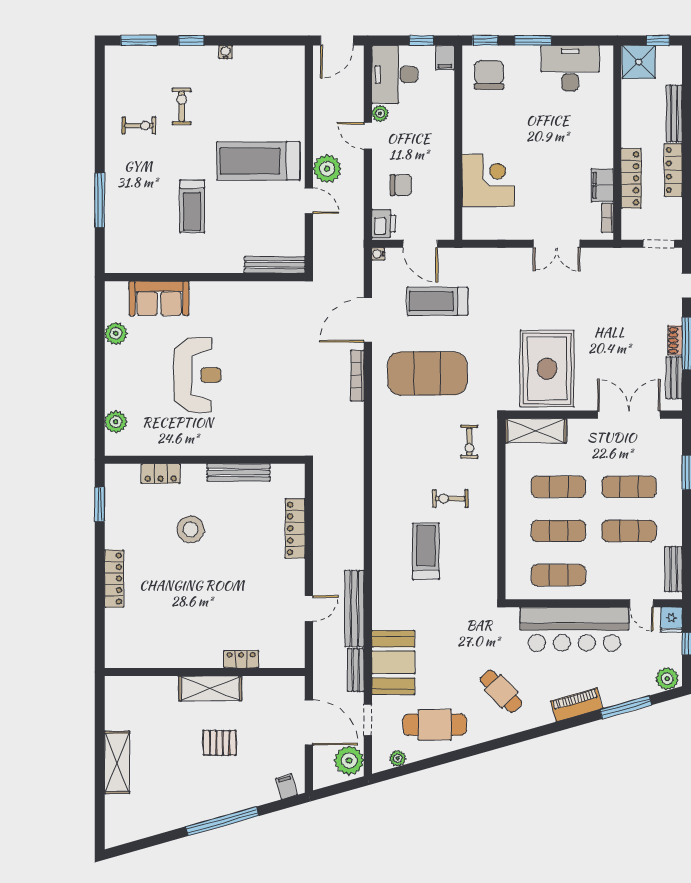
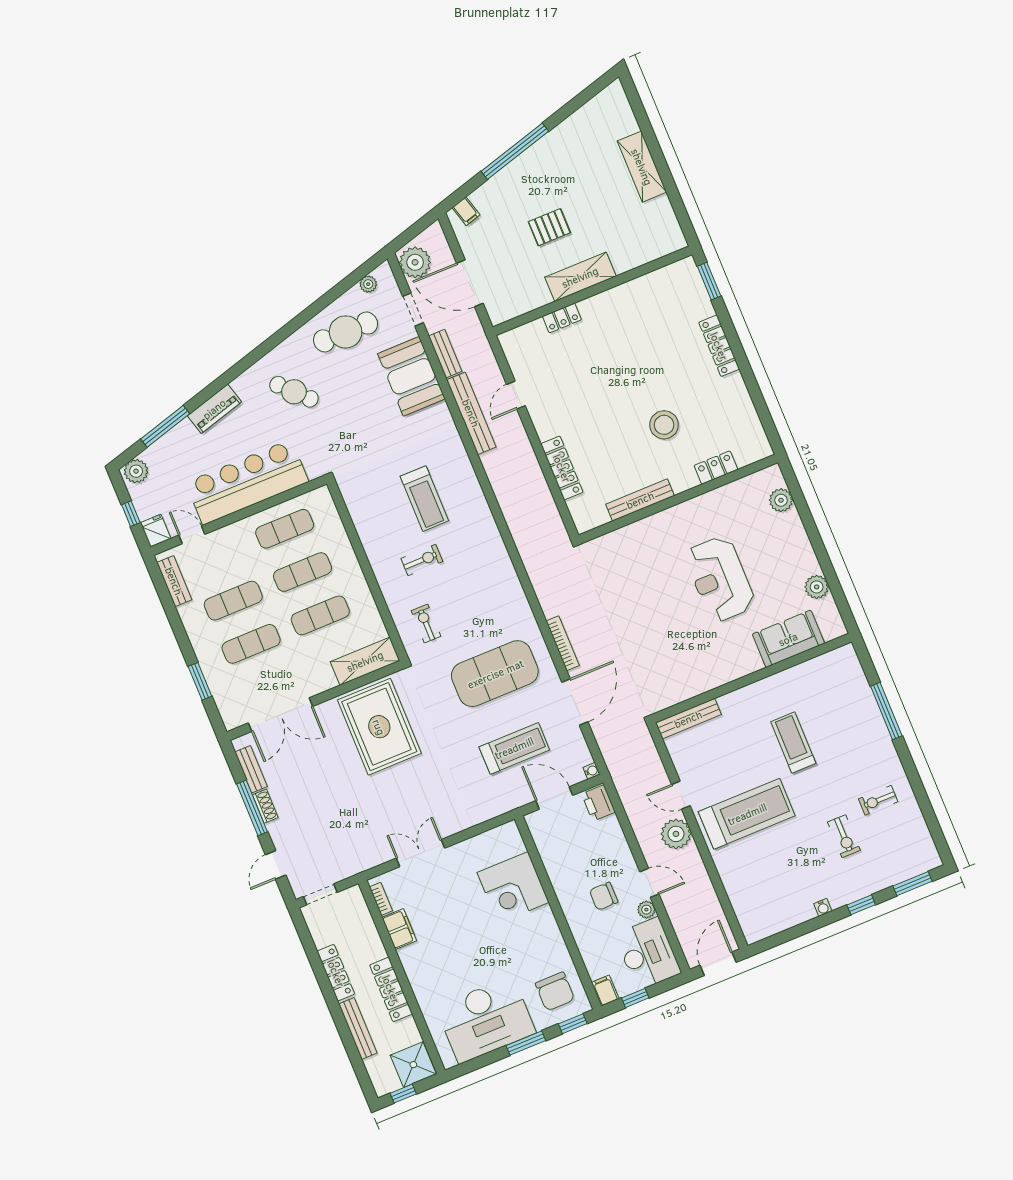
desk: (570, 68) -> (486, 1020), width x1.36, depth x1.30
locker: (631, 178) -> (391, 989), moved
chair: (401, 185) -> (604, 896), moved
window: (100, 504) -> (709, 281), moved

